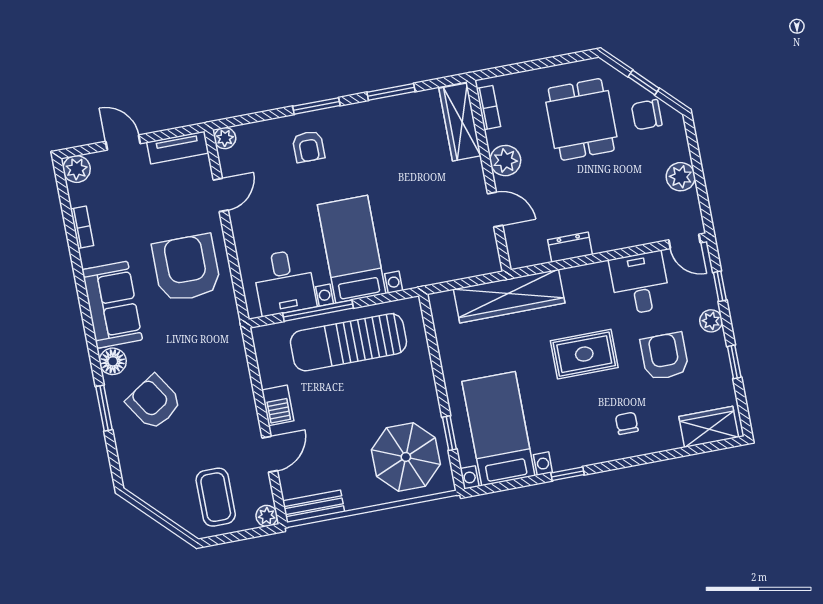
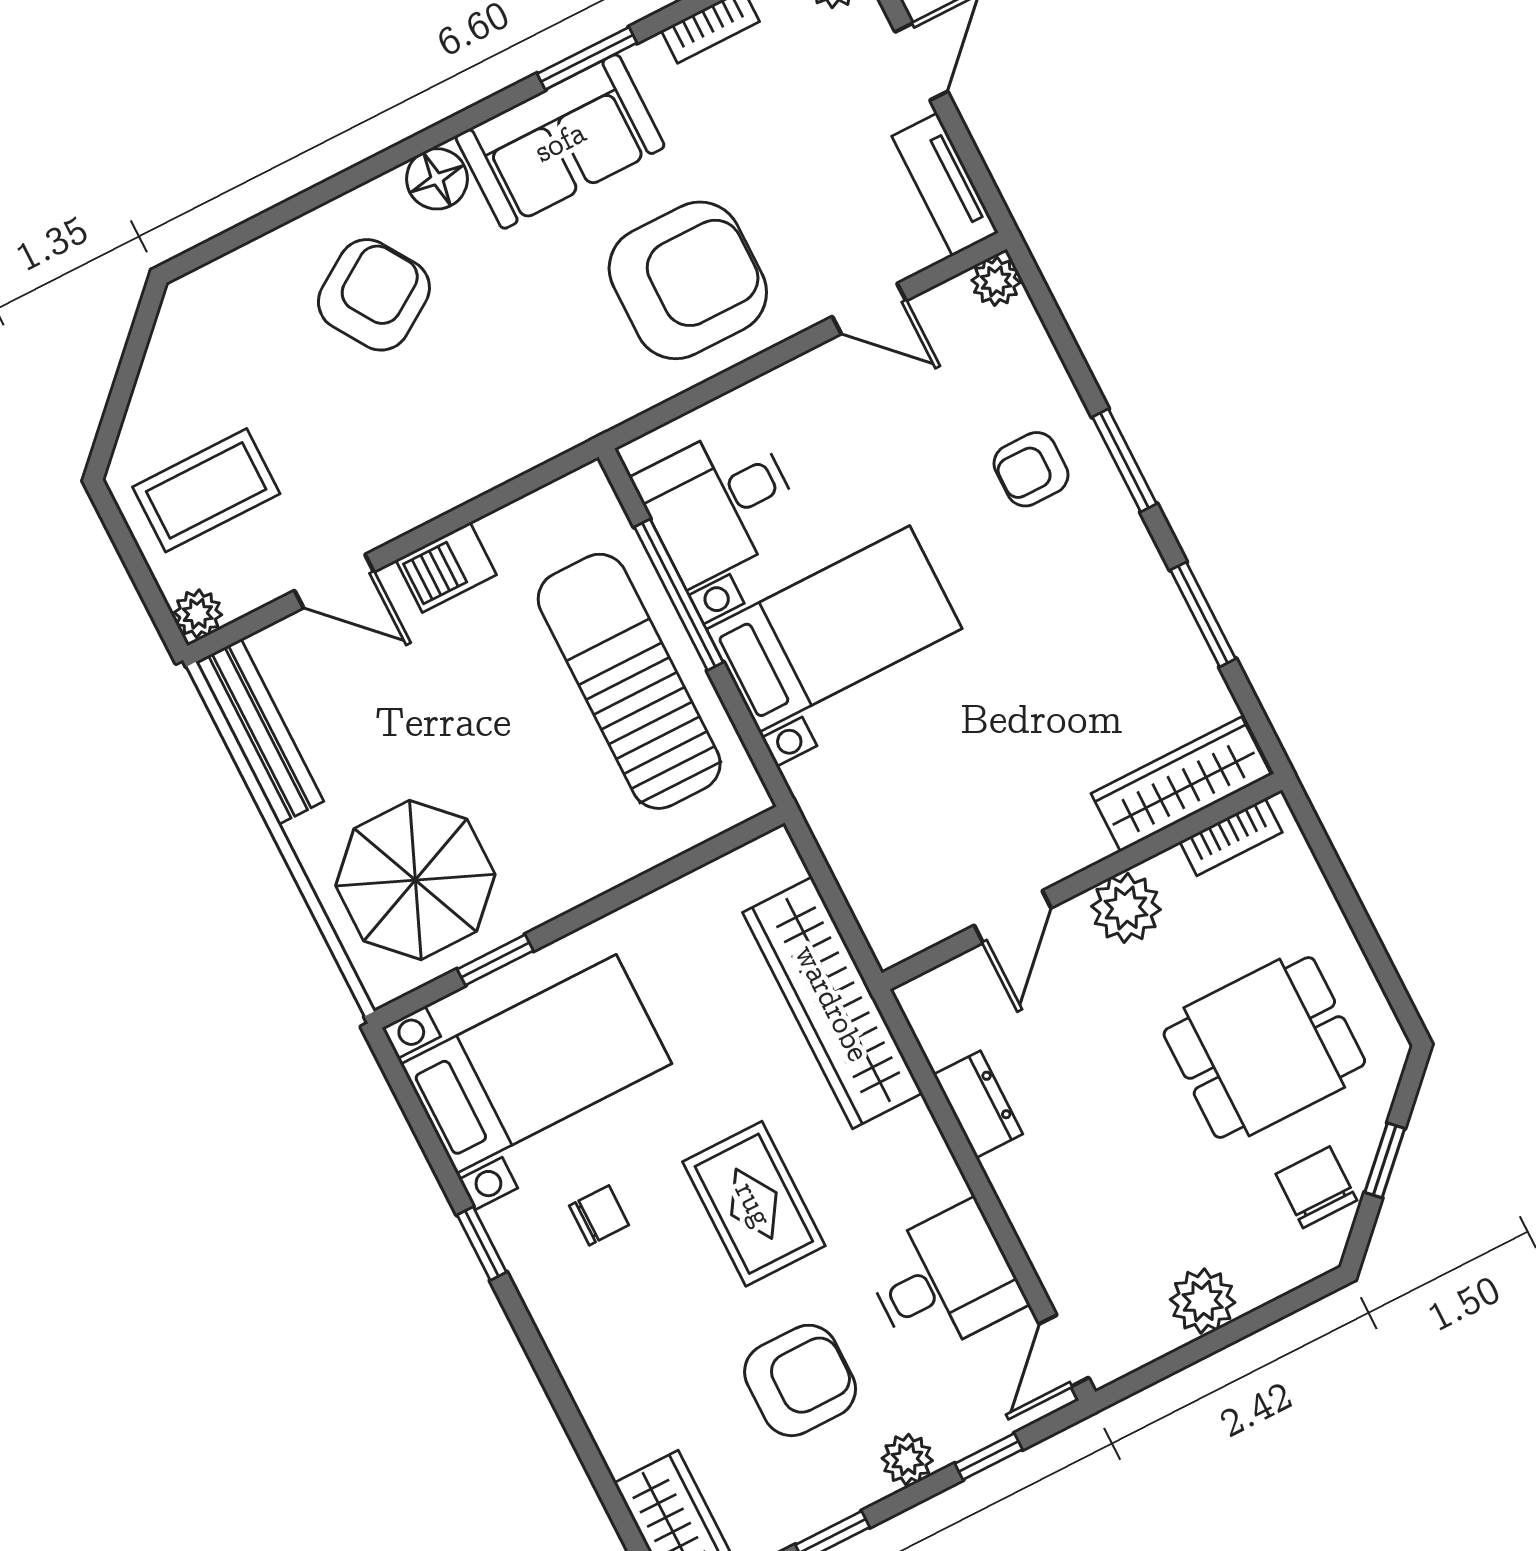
window: (104, 408) -> (587, 58), moved
chair: (627, 423) -> (599, 1215), moved
bench: (314, 506) -> (260, 732), width x1.36

